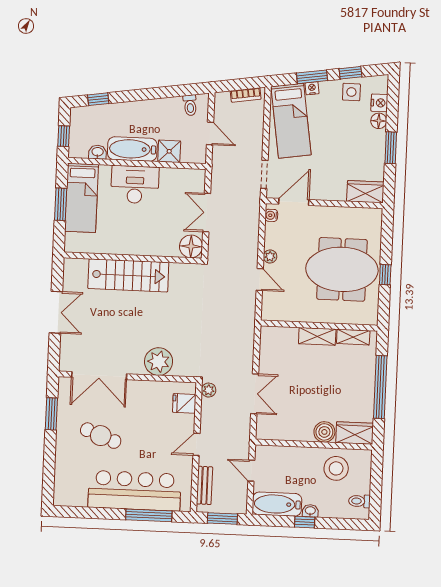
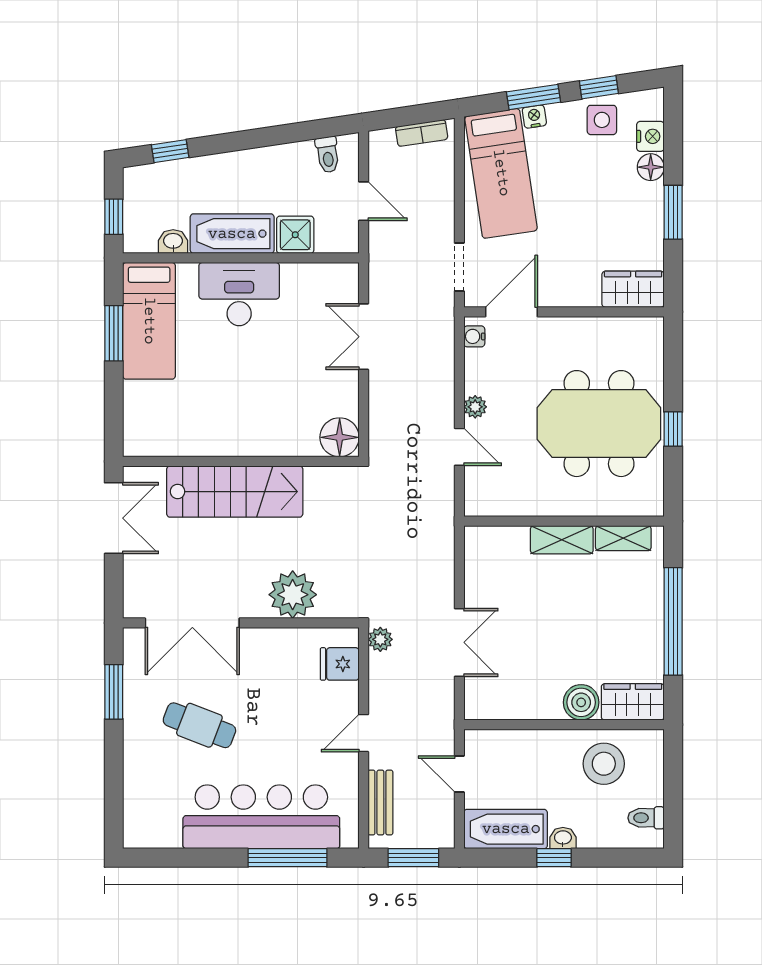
floor lamp: (191, 246) -> (340, 437), moved
wall: (133, 258) -> (241, 461), moved
stairs: (128, 275) -> (235, 492), moved

